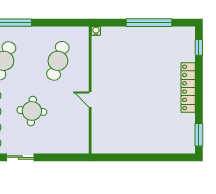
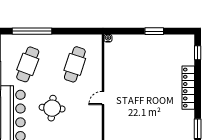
window: (149, 23) -> (154, 31), width x0.47
door: (90, 99) -> (103, 98), hinge flipped

